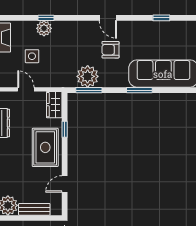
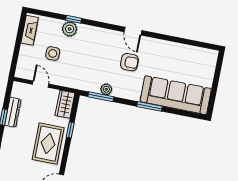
window: (161, 18) -> (184, 41), removed
armchair: (110, 50) -> (129, 62), turned 180
plant: (88, 76) -> (106, 89), width x0.53, depth x0.53

